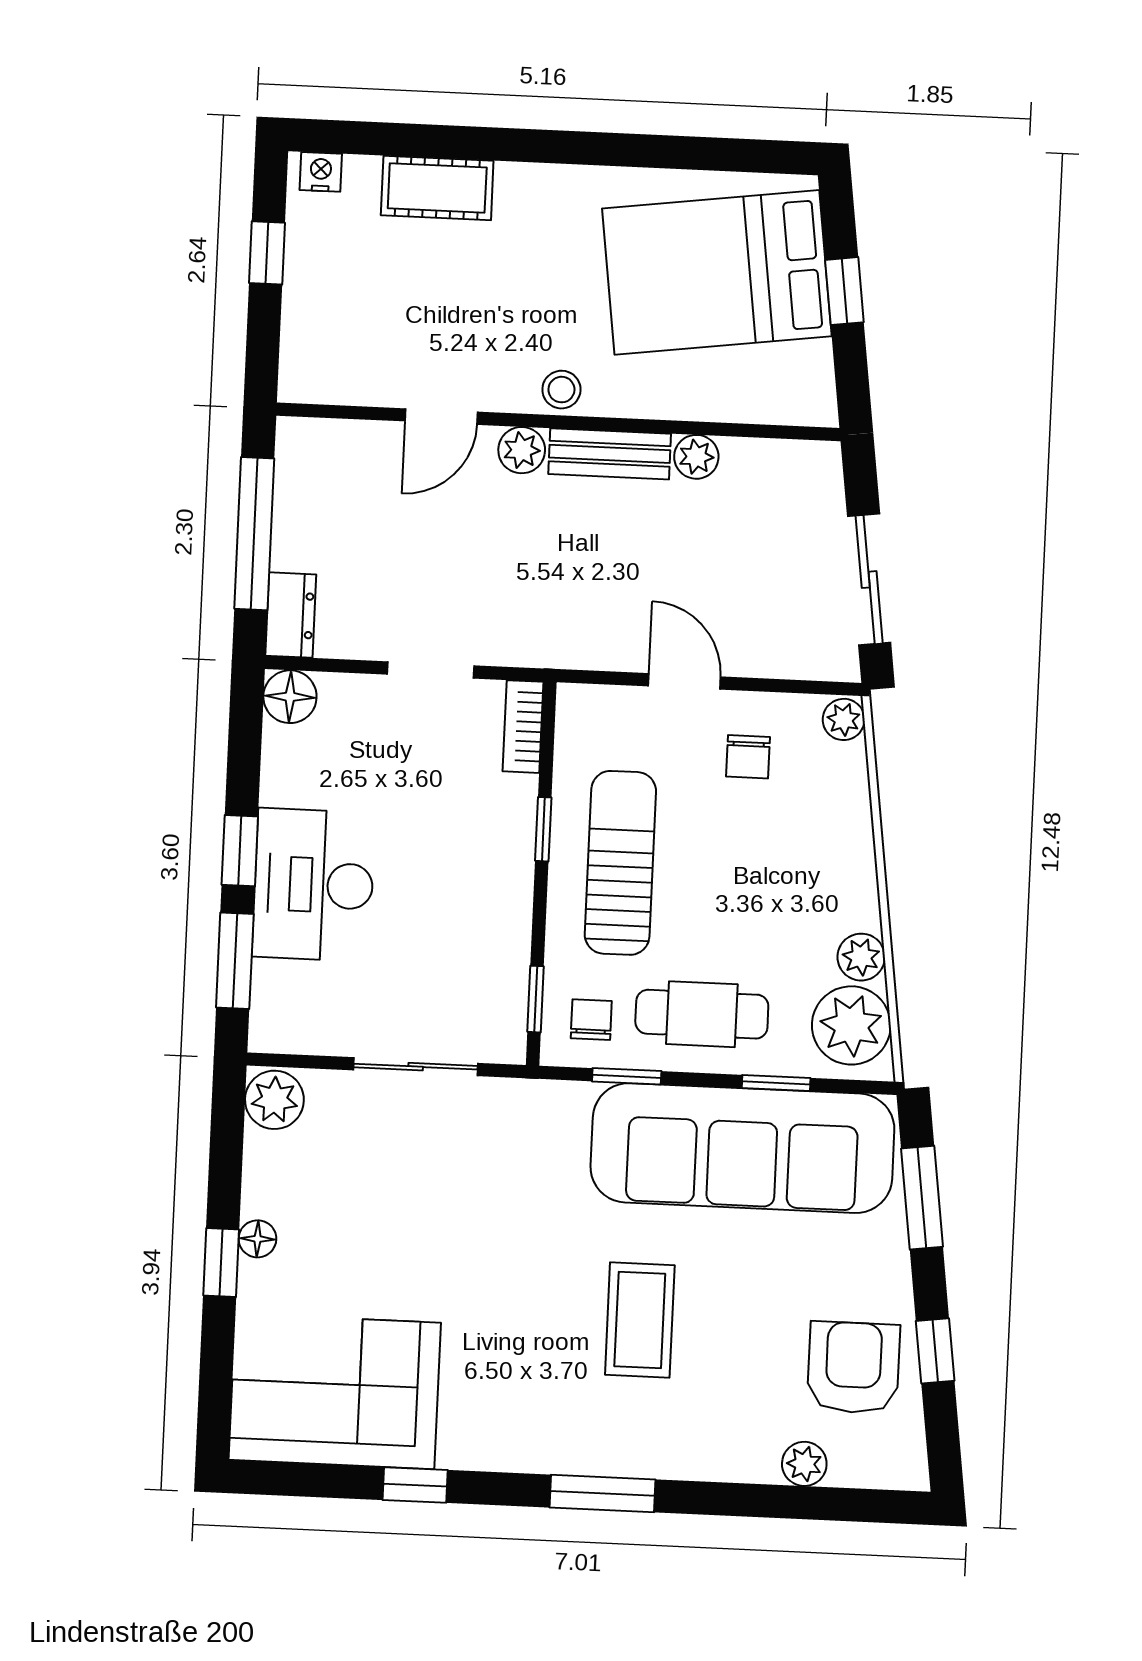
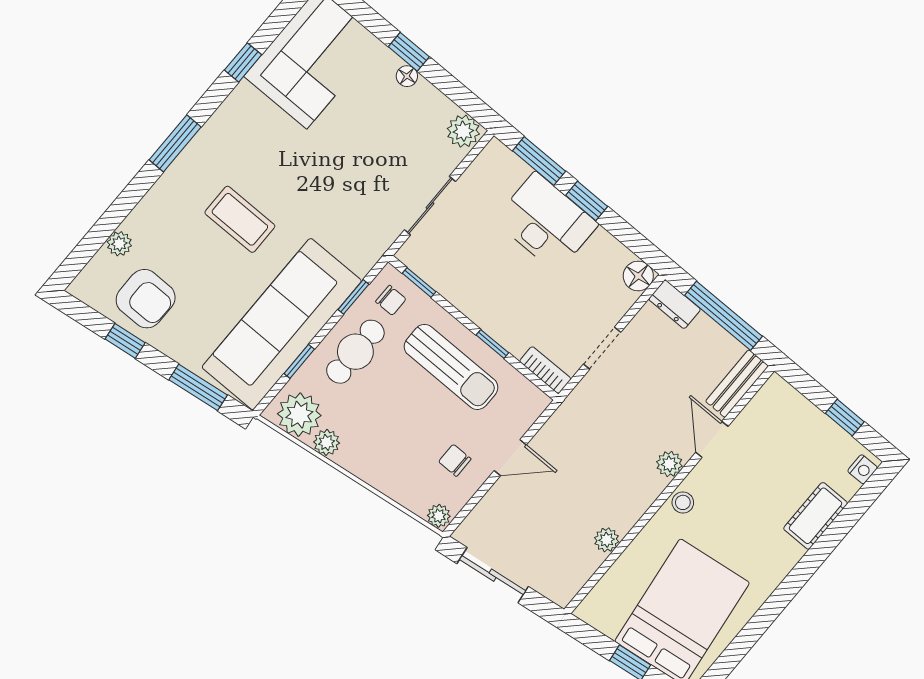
bench: (610, 454) -> (737, 384), moved

